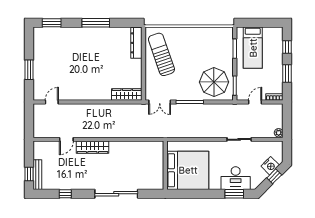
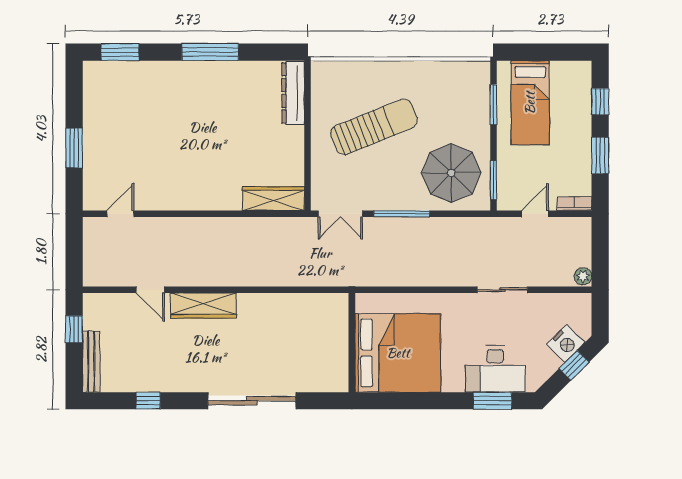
sun lounger: (161, 54) -> (374, 127), moved, turned 87
door: (66, 139) -> (150, 290), hinge flipped
window: (29, 174) -> (74, 329), moved

